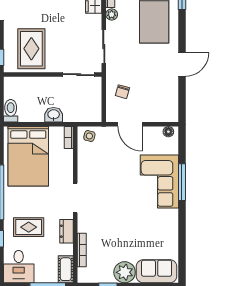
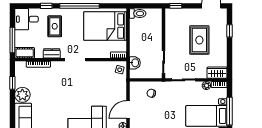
rug: (31, 49) -> (199, 40), moved, turned 90
washbasin: (54, 115) -> (135, 63), moved
door: (130, 124) -> (128, 110), moved

